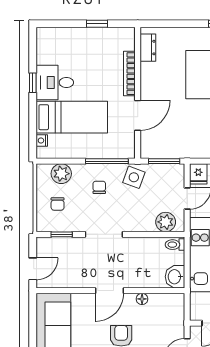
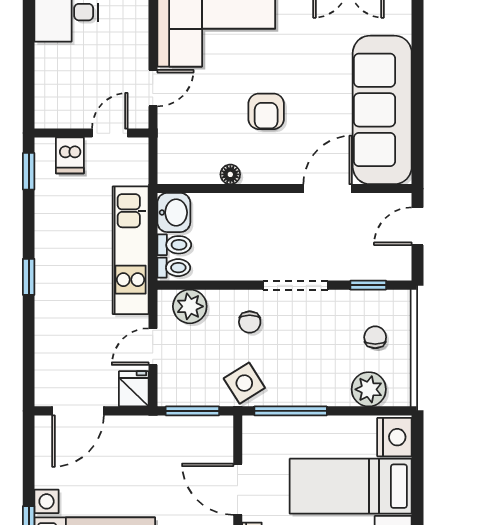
door: (138, 115) -> (238, 489), hinge flipped
nightstand: (42, 140) -> (394, 437), width x1.89, depth x1.79
side table: (134, 177) -> (244, 383), turned 38
chair: (99, 187) -> (250, 322), moved
toilet: (175, 258) -> (174, 245), added
door: (109, 291) -> (328, 189), moved

